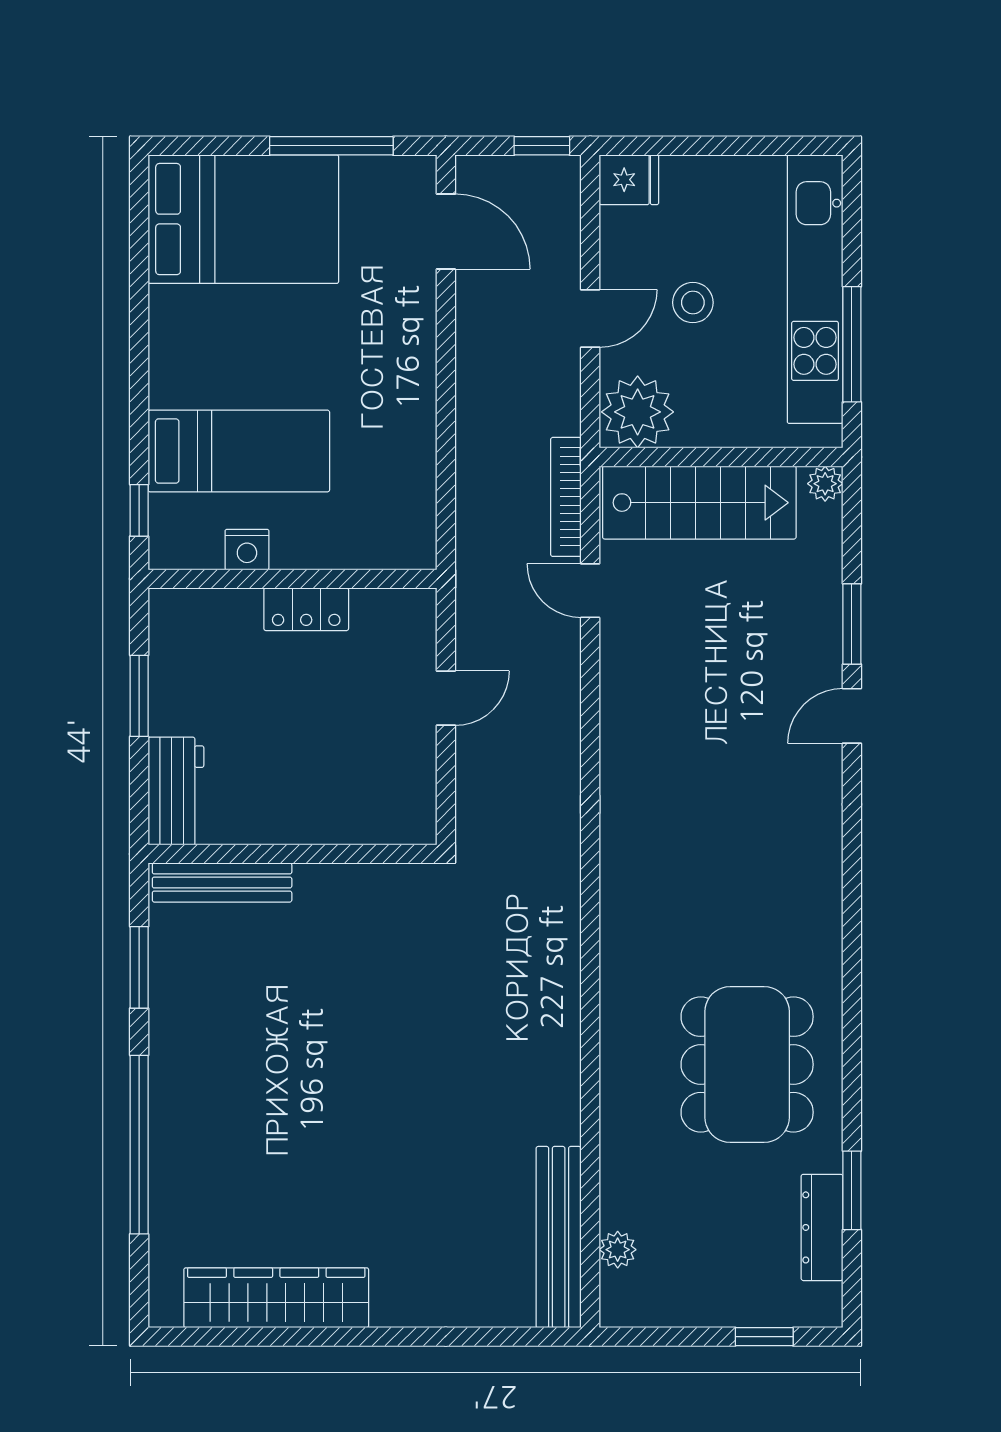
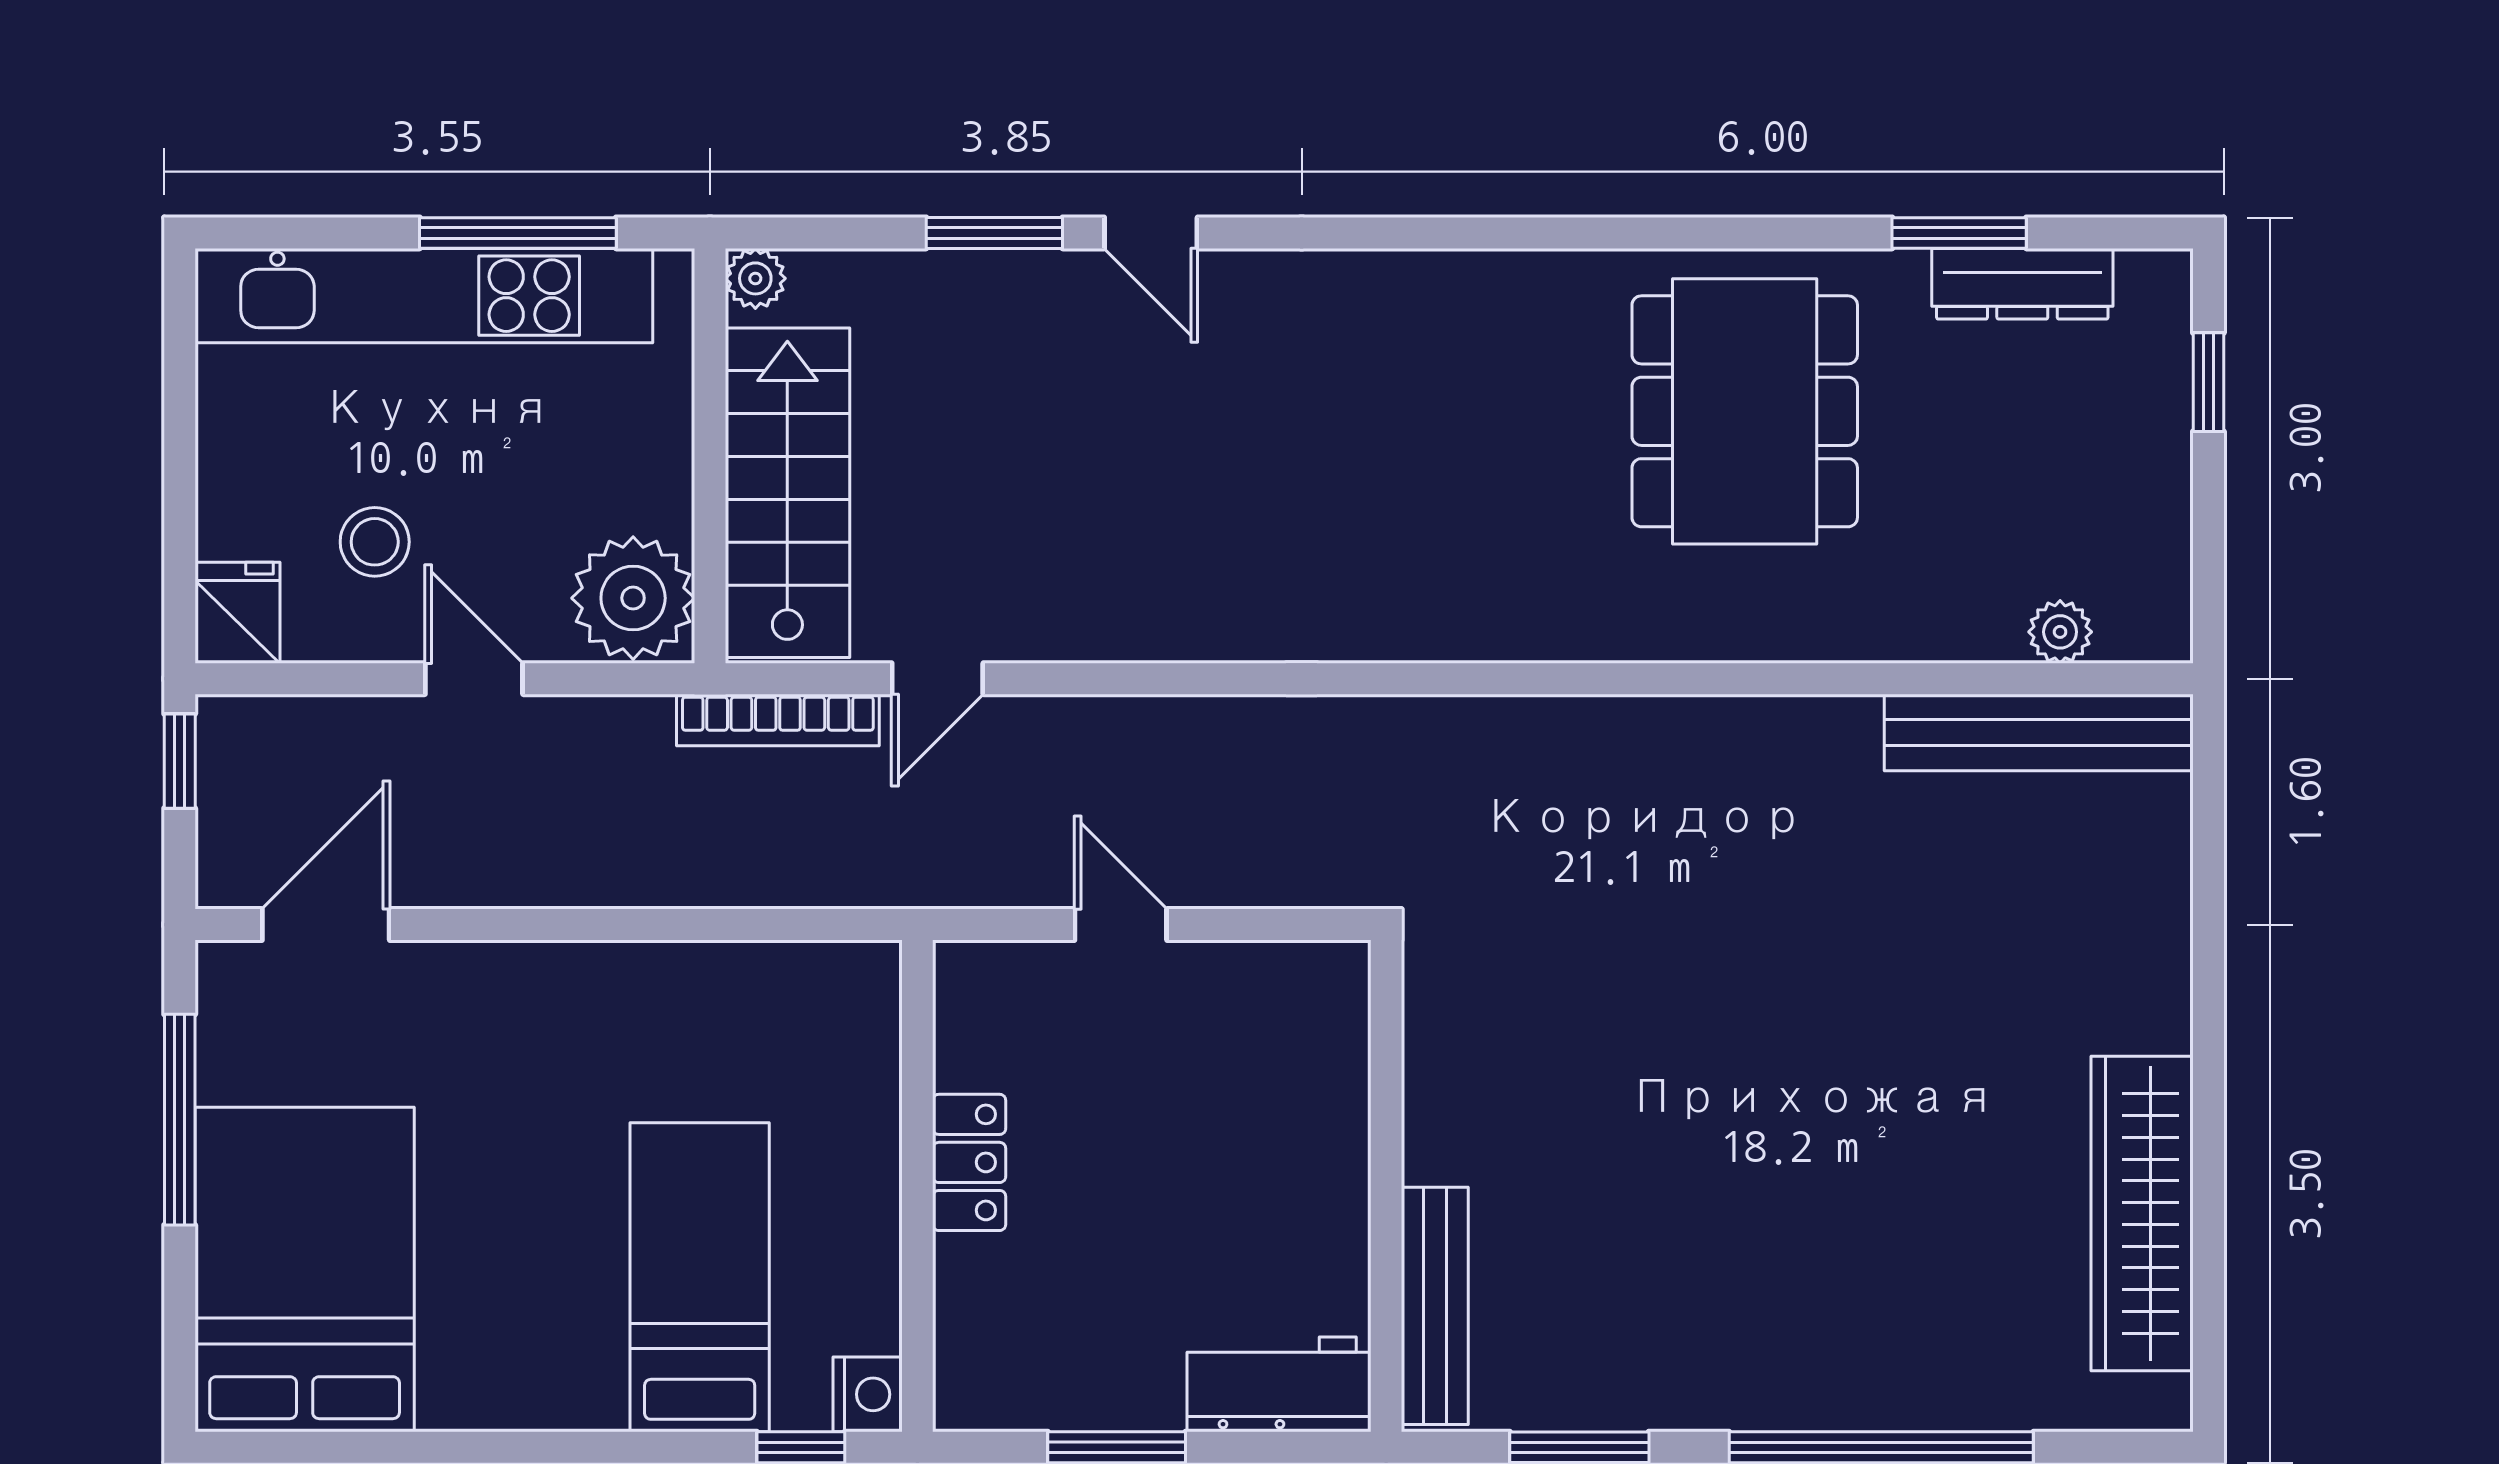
stool: (693, 303) -> (375, 542), moved
nightstand: (247, 550) -> (868, 1394), moved
dining table: (747, 1064) -> (1745, 411), turned 90

